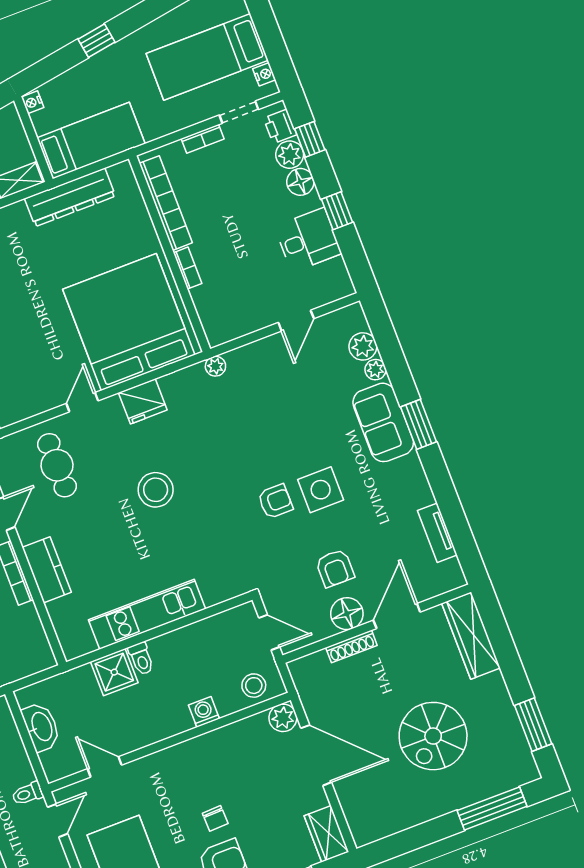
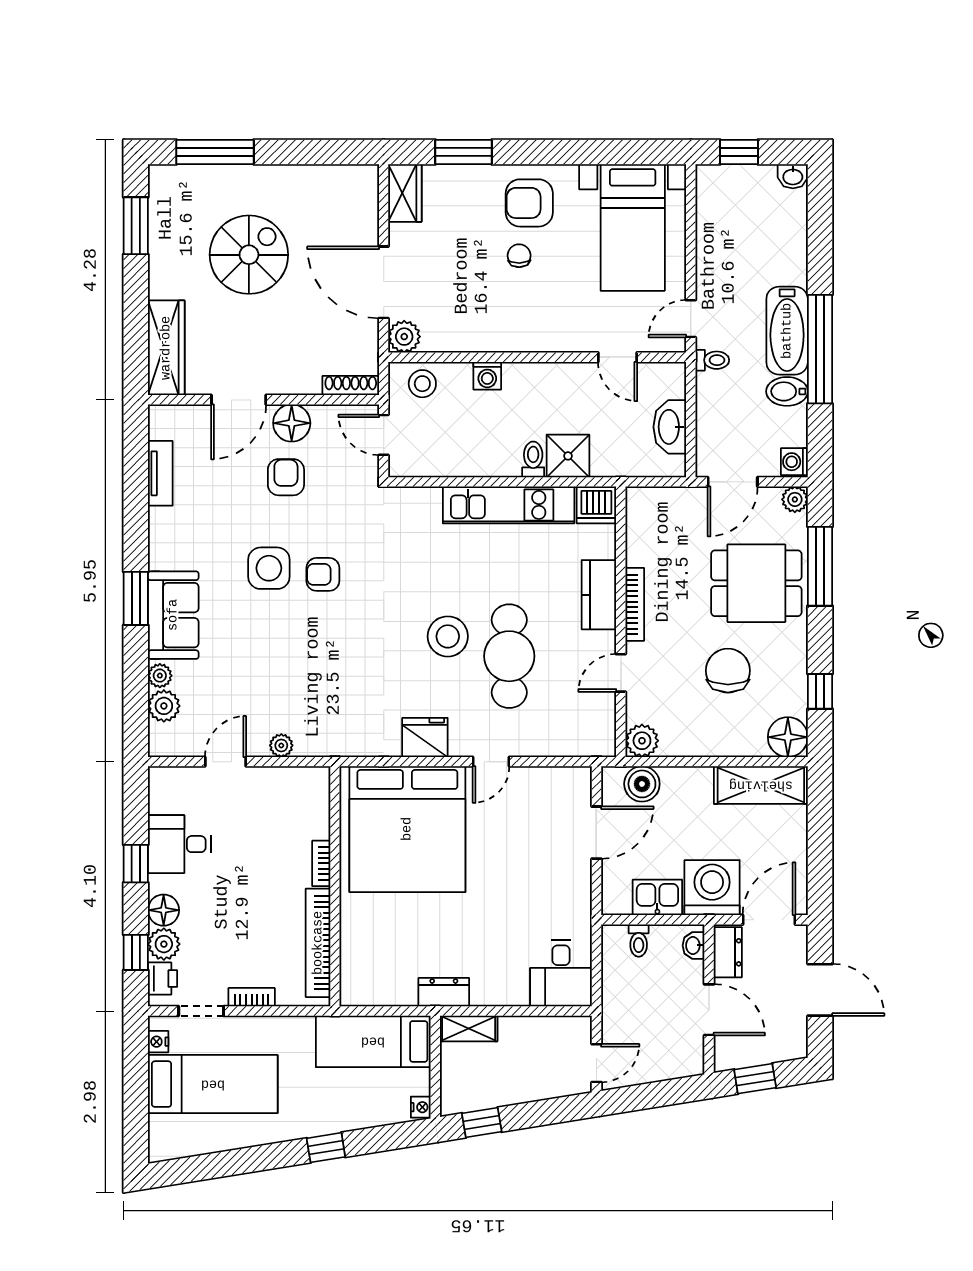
dresser: (70, 197) -> (444, 992), width x0.51, depth x0.80
plant: (215, 366) -> (281, 745), moved
cafe table: (57, 465) -> (509, 656), moved, width x1.37, depth x1.35
dishwasher: (76, 641) -> (596, 505), added
shoe rack: (351, 646) -> (351, 386), moved

